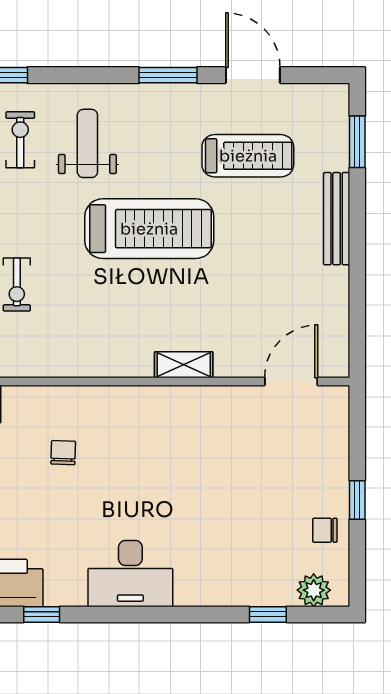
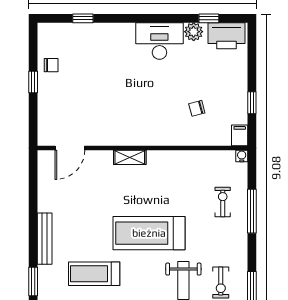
chair: (63, 453) -> (197, 108), turned 73
plant: (314, 590) -> (194, 32), moved

